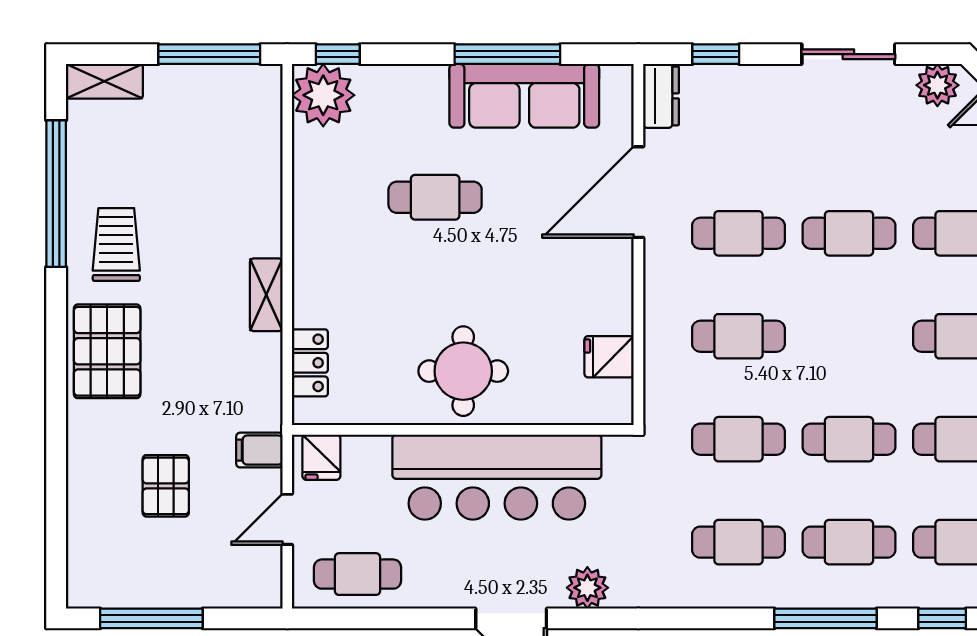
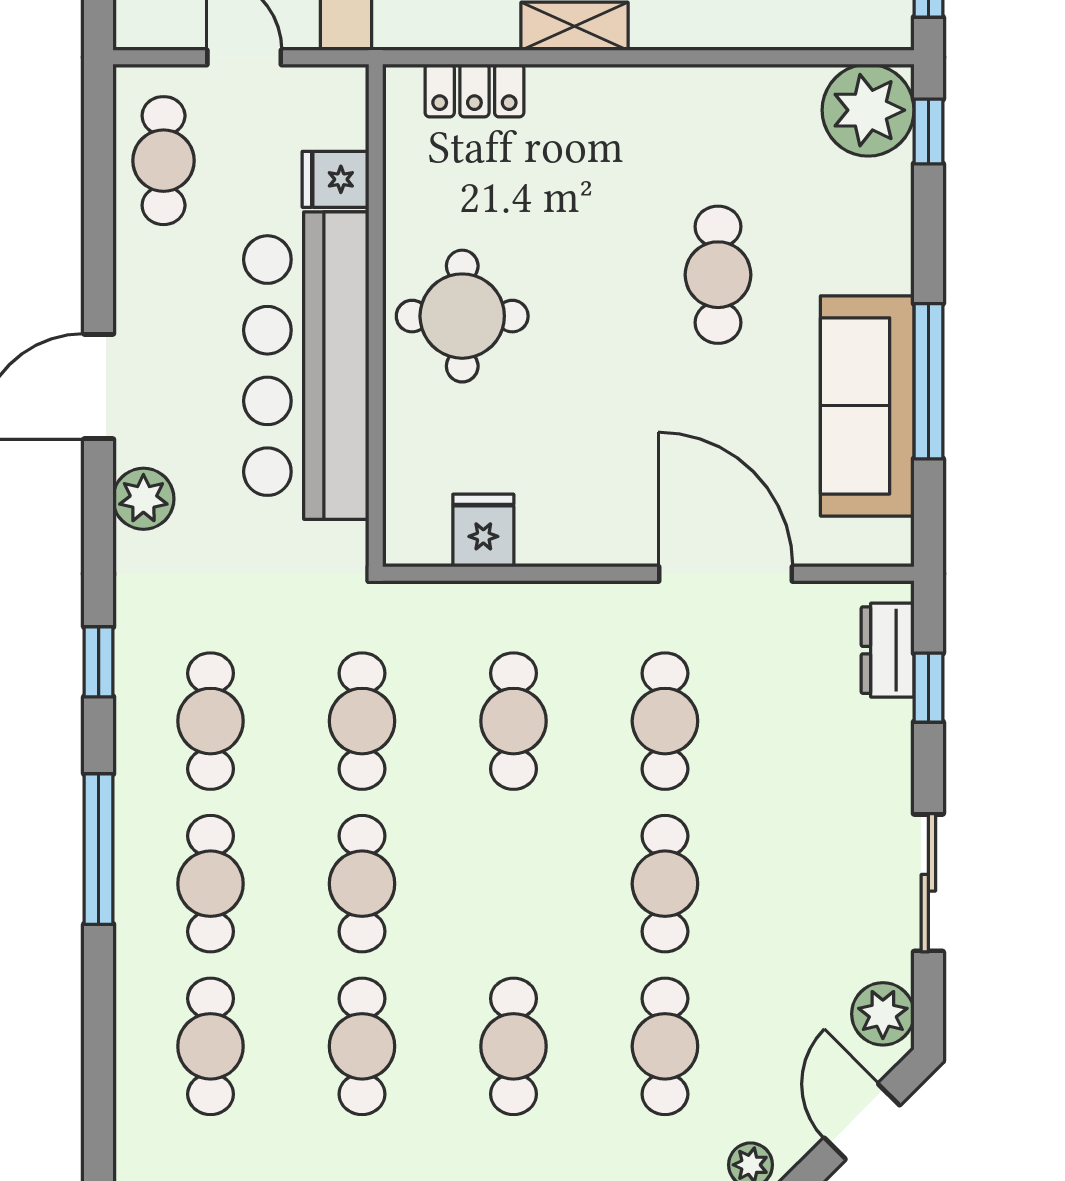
dresser: (661, 96) -> (888, 650), moved, turned 90
fridge: (321, 457) -> (336, 179), moved
window: (942, 618) -> (99, 662), moved

